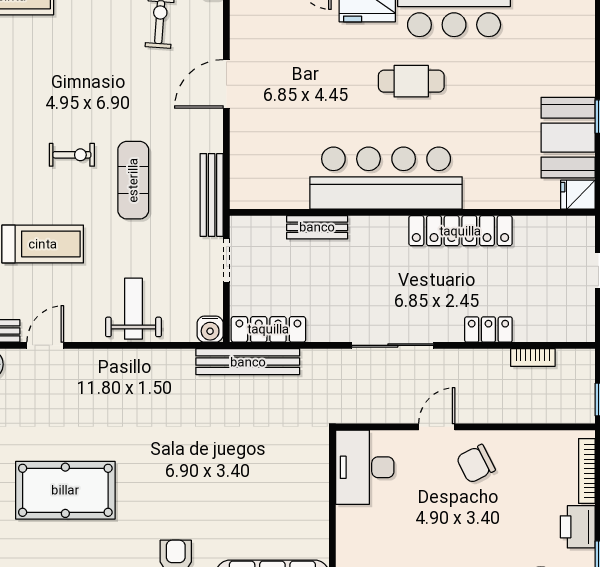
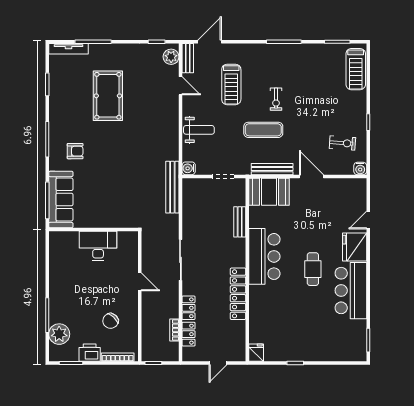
booth: (568, 138) -> (269, 192), moved
bar counter: (386, 178) -> (264, 256), width x0.73
bench: (212, 195) -> (272, 169), moved
locker: (268, 329) -> (189, 334), moved, width x0.66
chair: (476, 464) -> (111, 321), moved, turned -110
desk: (365, 467) -> (98, 246), moved

